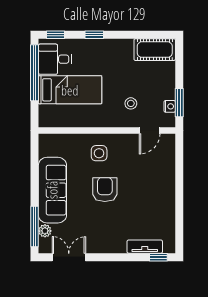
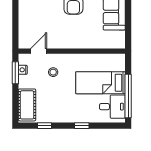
window: (56, 35) -> (44, 126), moved
cot: (155, 50) -> (27, 105), moved, turned 90
side table: (99, 153) -> (78, 33), removed

